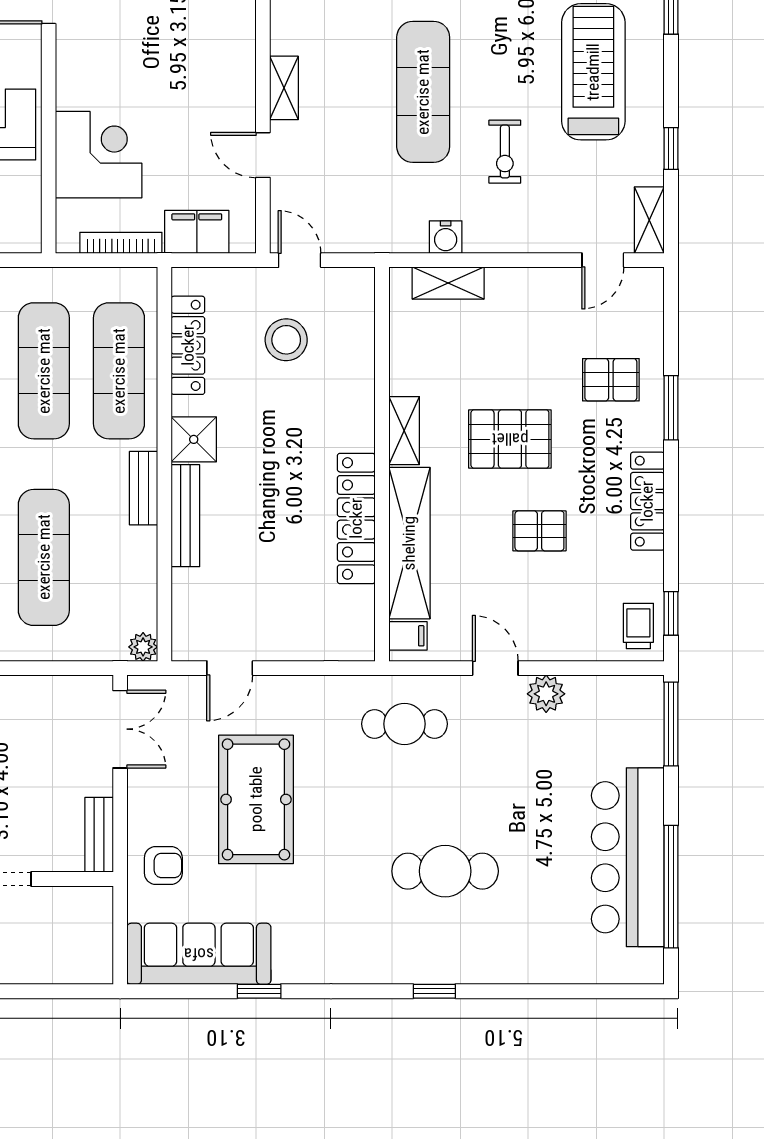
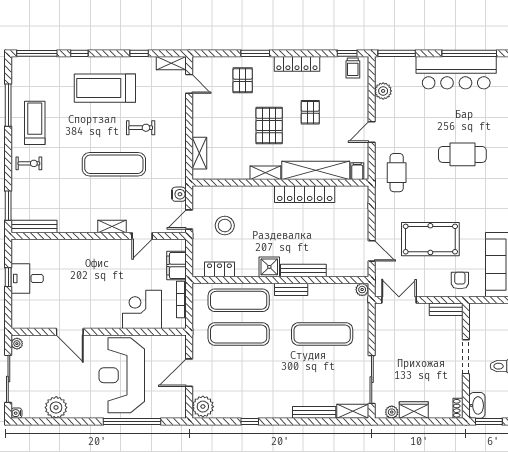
water cooler: (446, 237) -> (179, 194), moved
locker: (188, 345) -> (219, 269), width x0.66
trolley: (638, 626) -> (353, 68), turned -90
plant: (546, 694) -> (383, 91), moved
cafe table: (445, 871) -> (462, 154), turned 90

